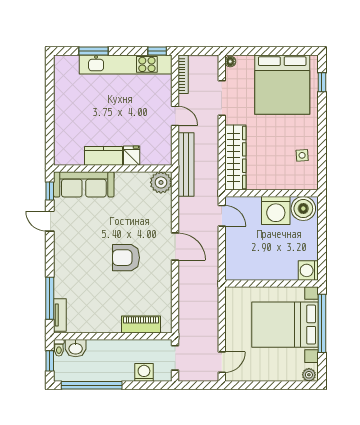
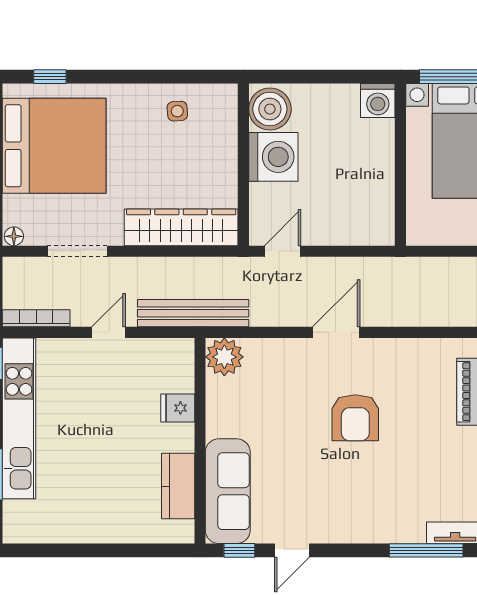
kitchen counter: (103, 156) -> (178, 486), moved

